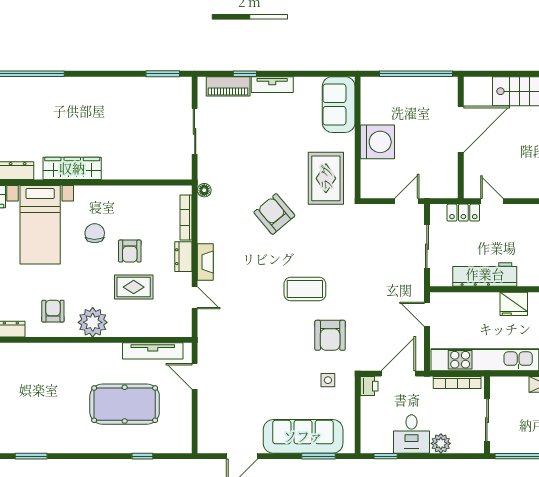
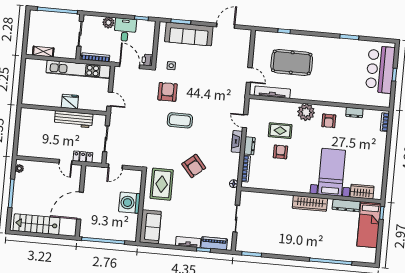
chair: (95, 233) -> (300, 164), removed
fridge: (514, 304) -> (70, 102), moved
door: (398, 374) -> (130, 66), swing flipped

